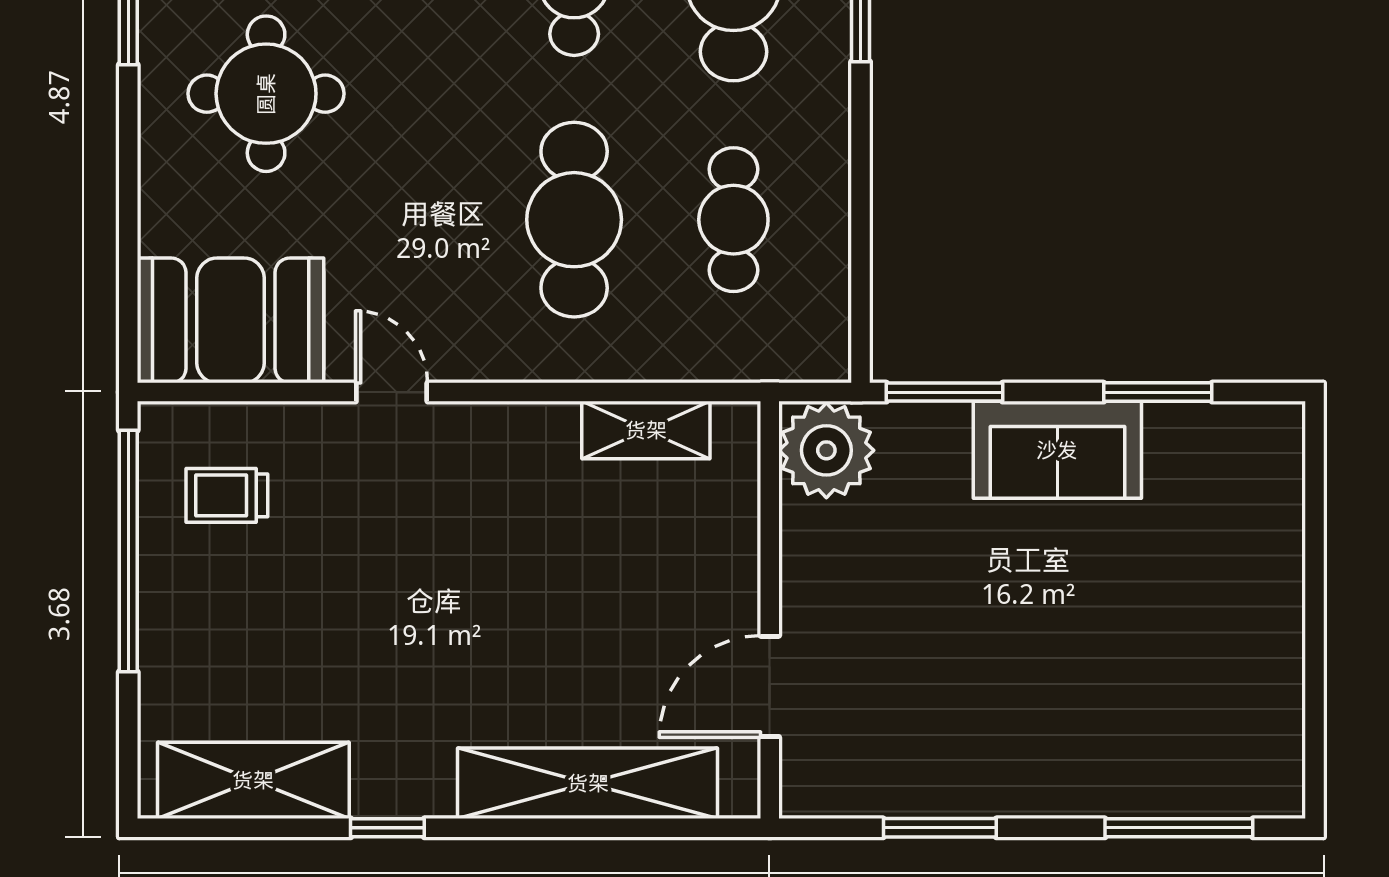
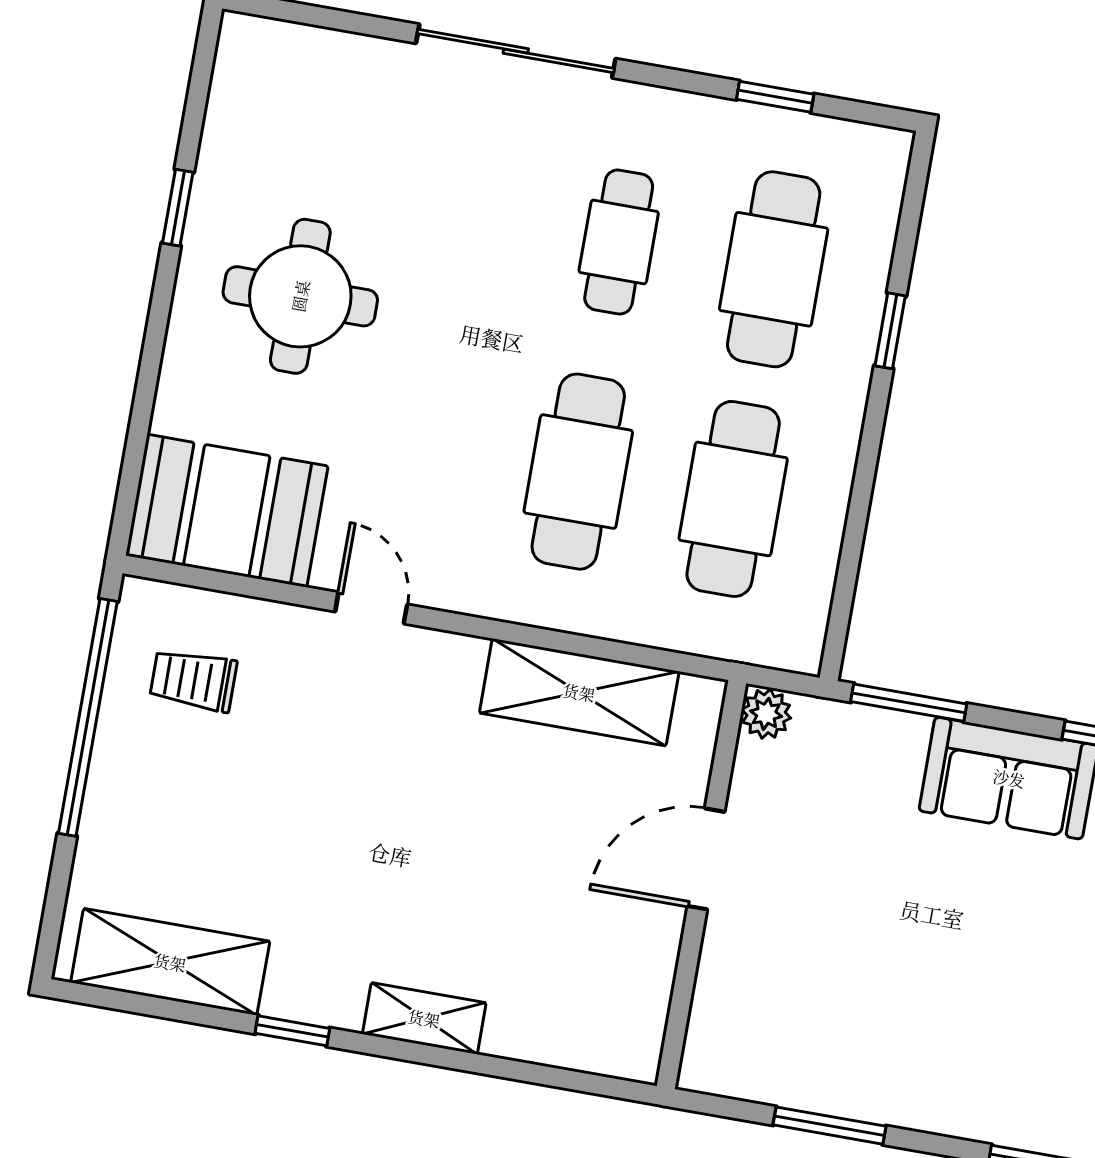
cafe table: (733, 220) -> (733, 499), width x1.37, depth x1.35
shelving: (646, 430) -> (579, 692), width x1.50, depth x1.33
plant: (826, 450) -> (766, 714), width x0.53, depth x0.53
door: (770, 686) -> (706, 859), moved
shelving: (588, 783) -> (424, 1018), width x0.45, depth x0.75

